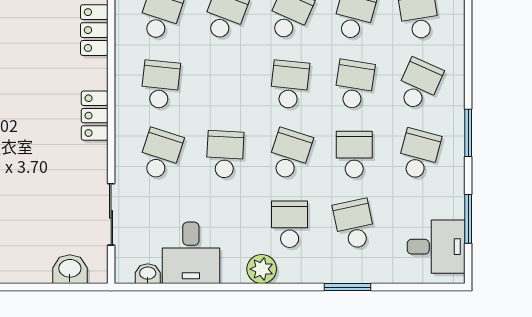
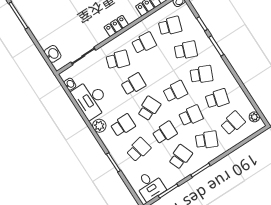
school desk: (290, 154) -> (149, 108), turned -42
school desk: (419, 154) -> (180, 157), turned -36
desk: (191, 253) -> (91, 99), width x1.37

